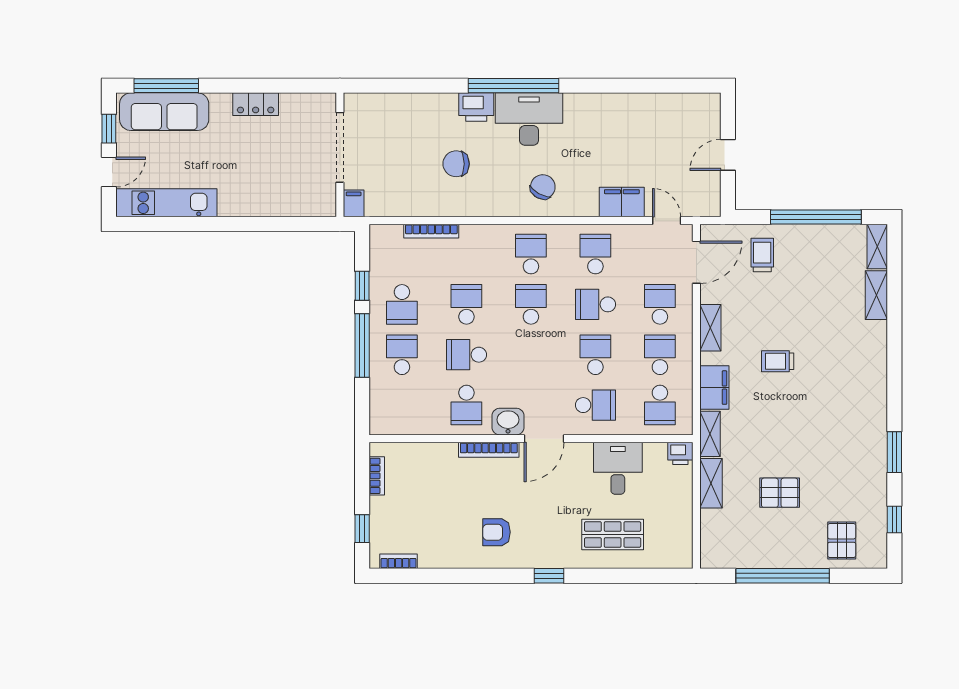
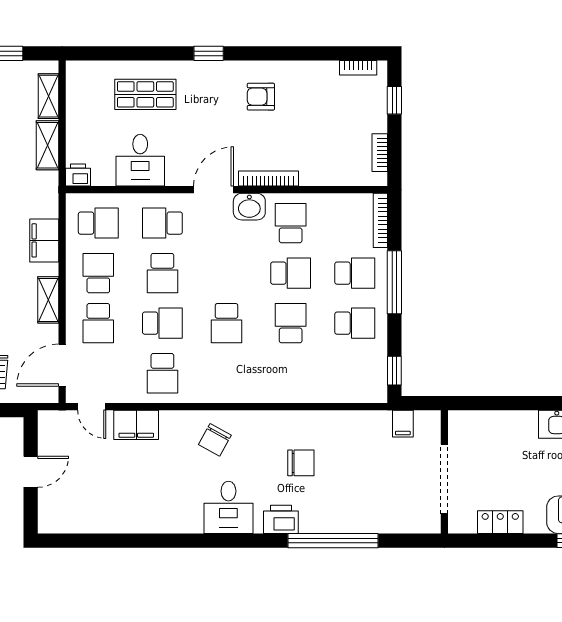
window: (514, 86) -> (333, 541), moved
desk: (529, 119) -> (228, 507), width x0.73
doorway: (340, 147) -> (444, 479), moved
wall: (340, 155) -> (444, 472), moved
bookcase: (431, 231) -> (380, 220), moved, turned -90
school desk: (531, 254) -> (227, 373), removed
window: (362, 286) -> (394, 371), moved
school desk: (402, 304) -> (355, 323), turned 90
school desk: (466, 304) -> (291, 323), turned 180
school desk: (402, 355) -> (355, 273), turned -90
school desk: (660, 355) -> (98, 273), turned 180
school desk: (660, 405) -> (98, 223), turned 90
shelving: (710, 434) -> (49, 96), moved
armchair: (496, 532) -> (261, 97), turned 180

